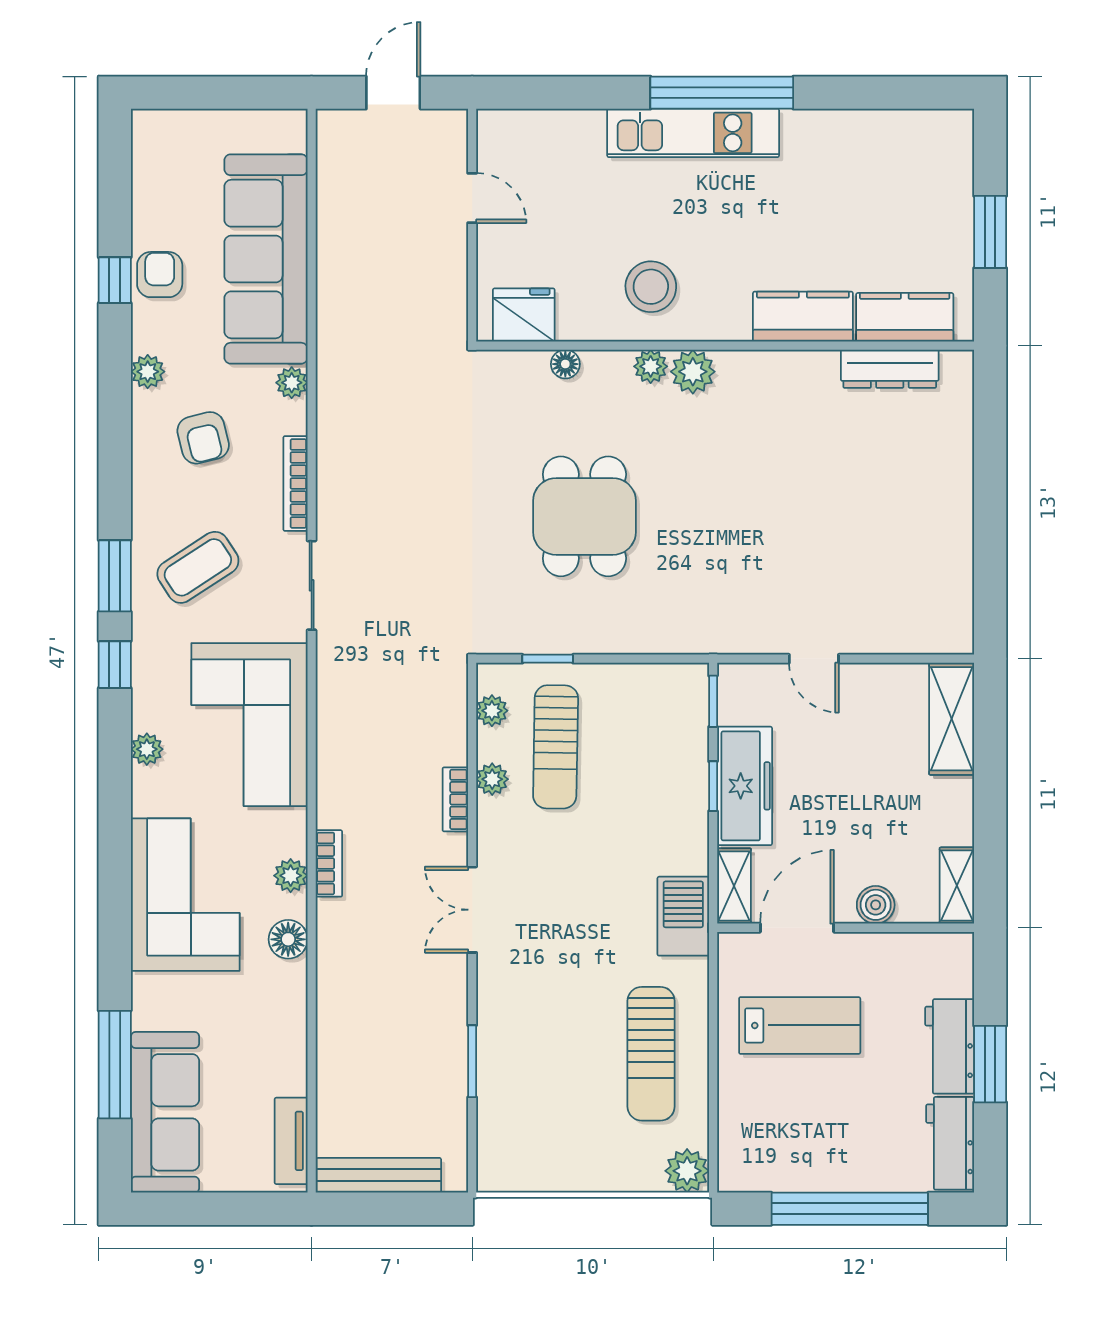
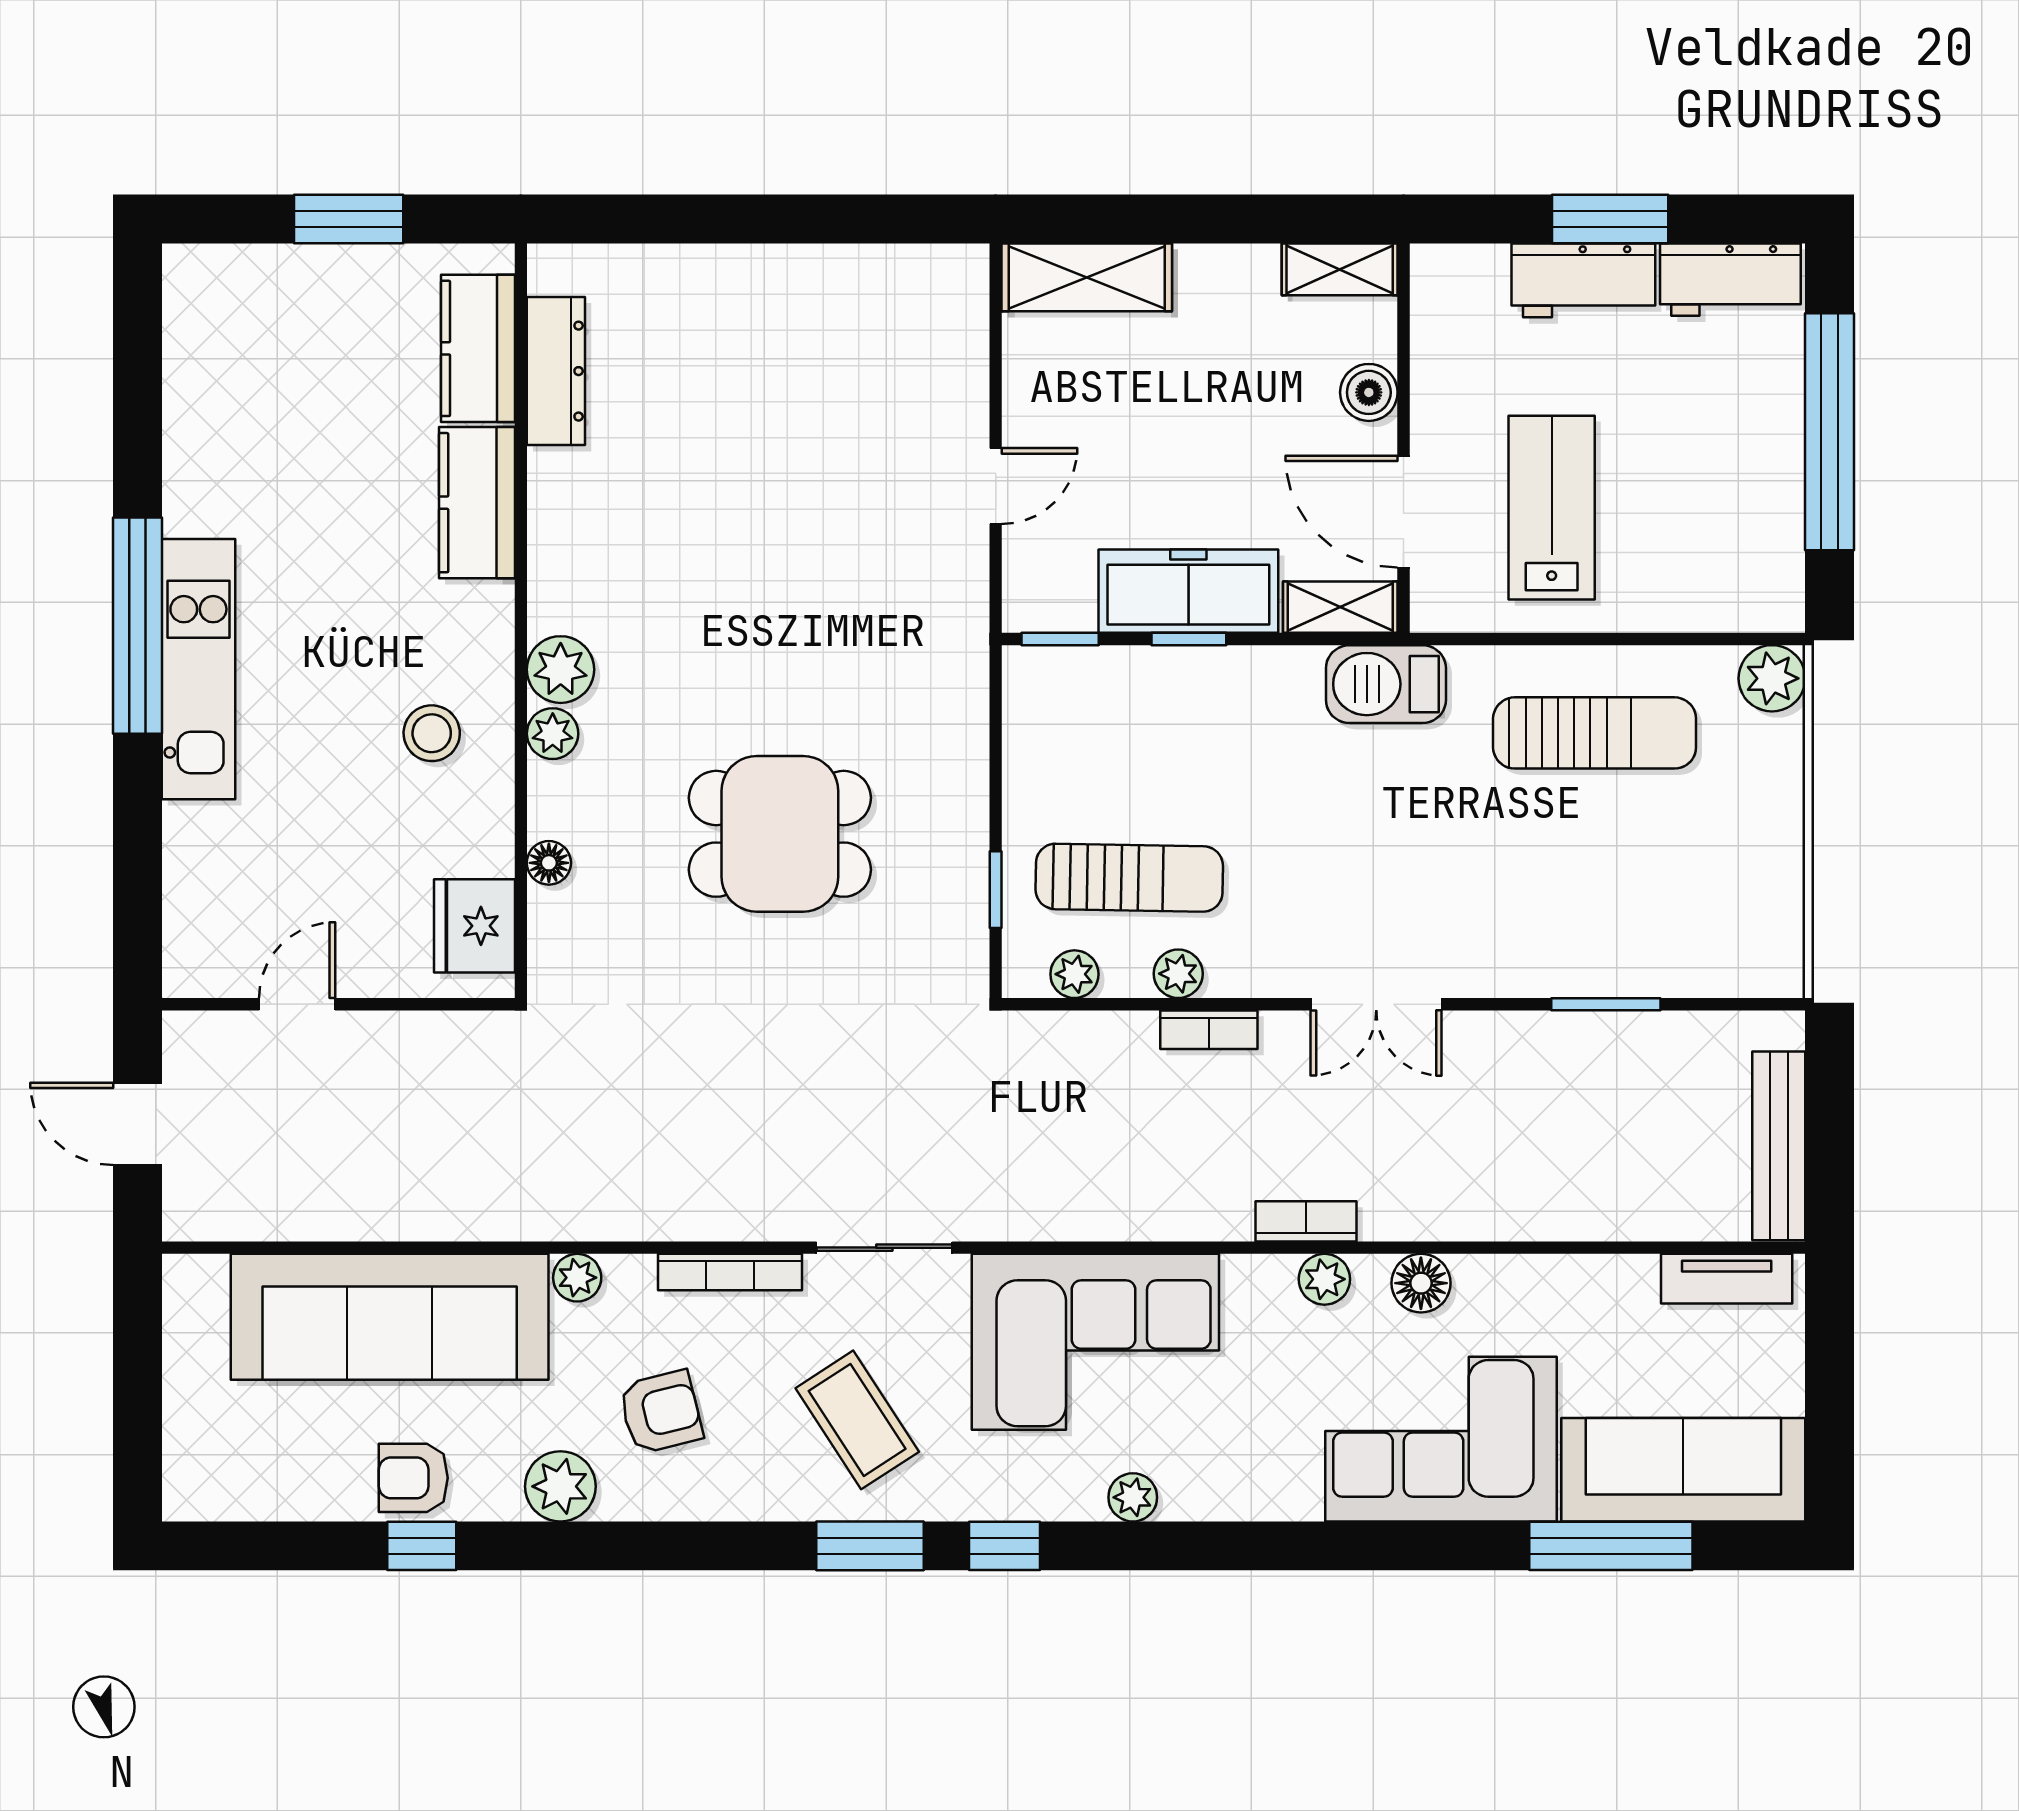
stool: (651, 287) -> (432, 733), width x0.73, depth x0.73
plant: (148, 372) -> (560, 1486), width x1.38, depth x1.38
corner sofa: (185, 895) -> (1441, 1439), moved

